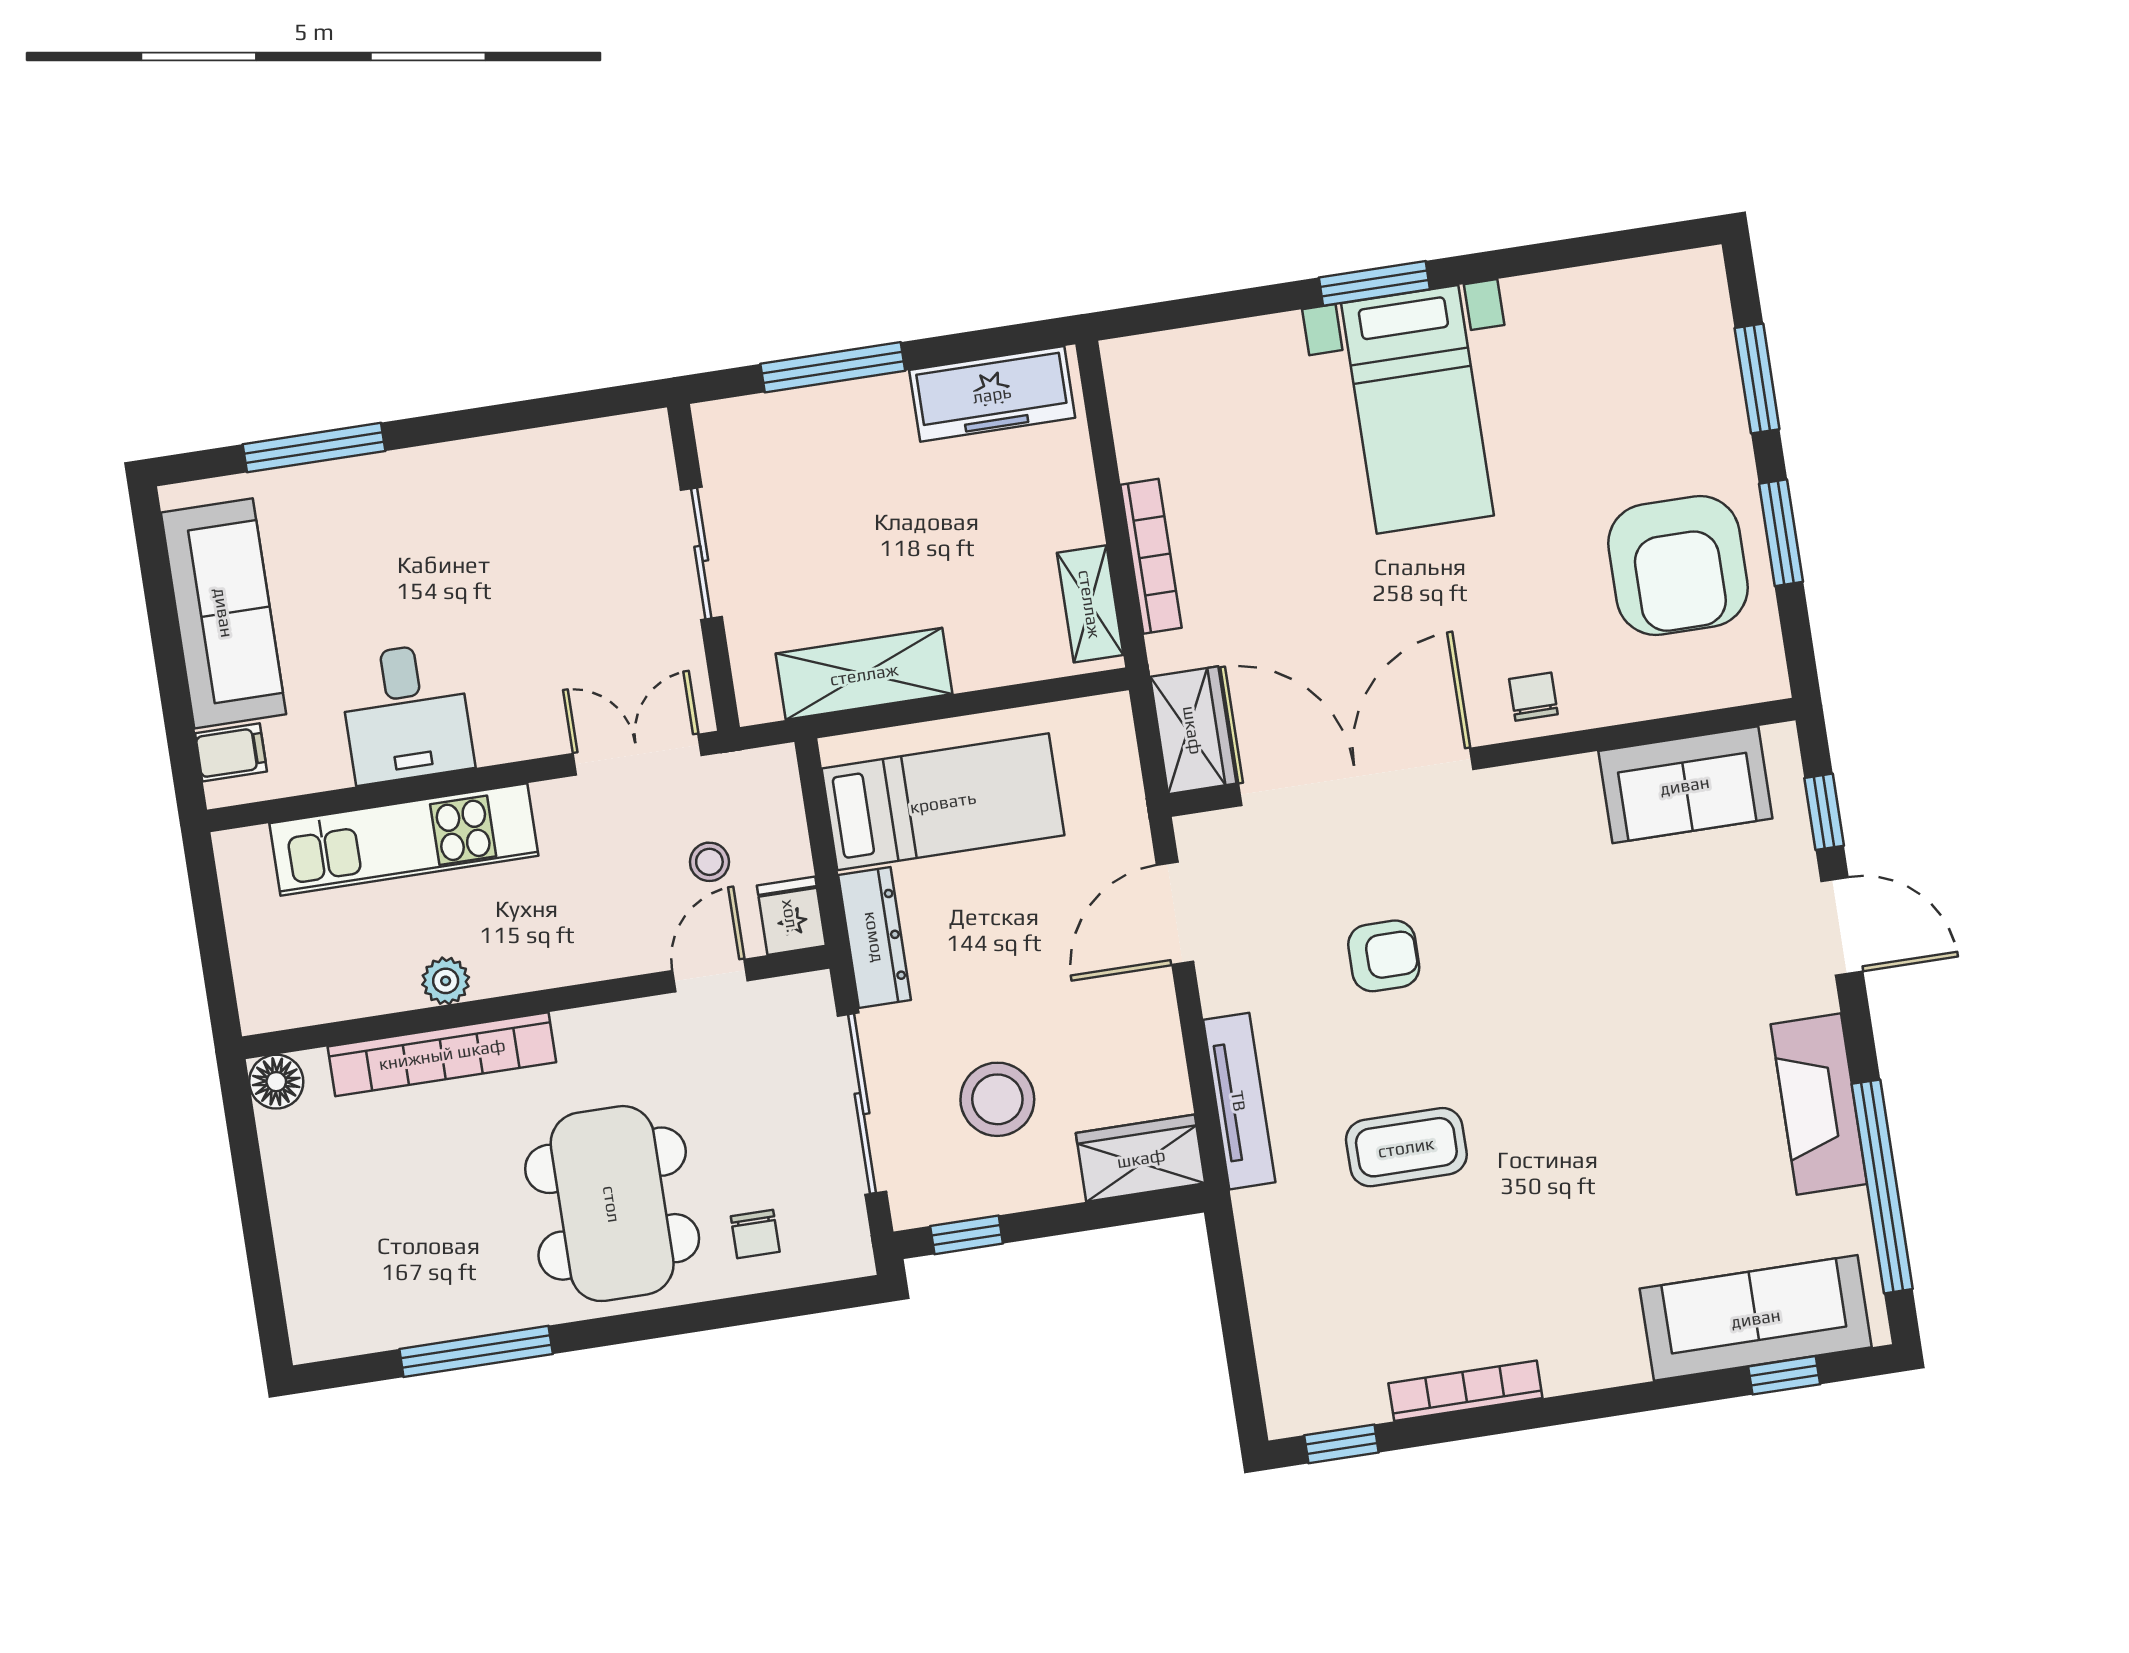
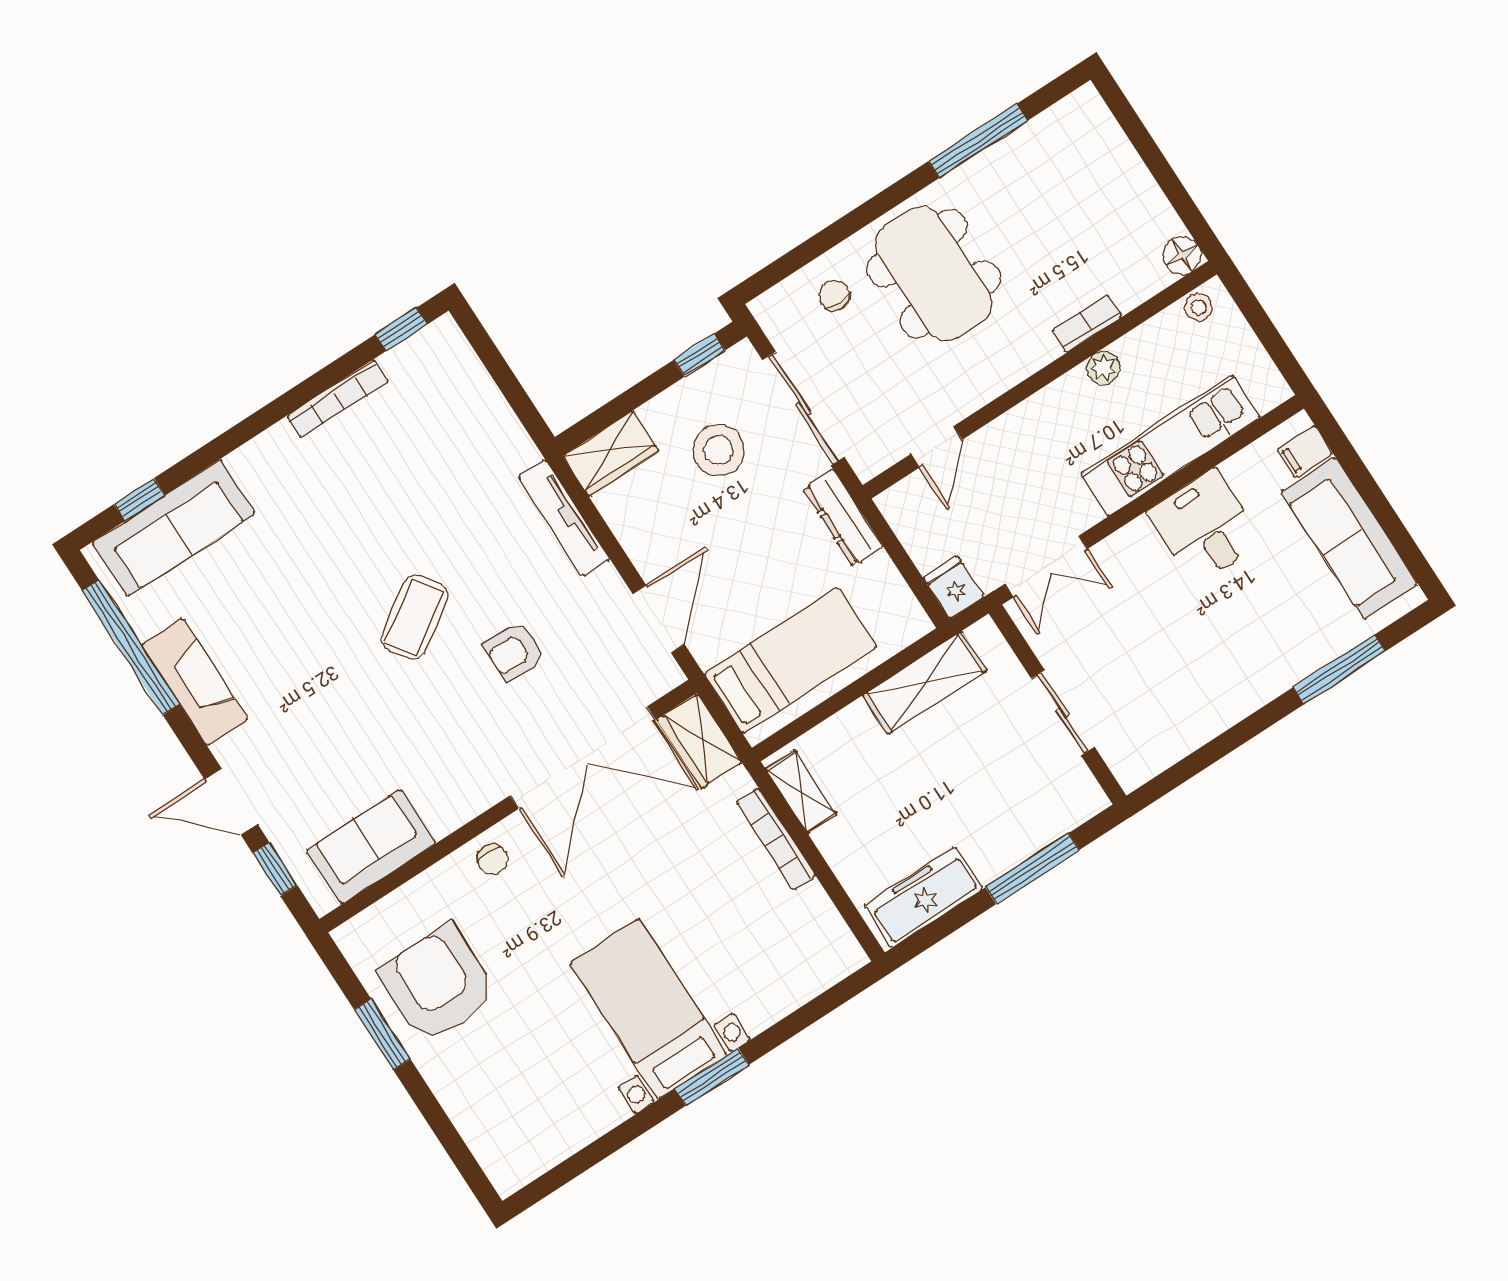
window: (1757, 379) -> (441, 1126), removed
bed: (943, 802) -> (790, 660), moved, turned 180
stool: (709, 862) -> (1198, 307), moved
fridge: (791, 916) -> (954, 588), moved, turned 180
bookcase: (442, 1054) -> (1087, 324), width x0.43, depth x0.76
coffee table: (1406, 1147) -> (415, 617), moved, turned -34

